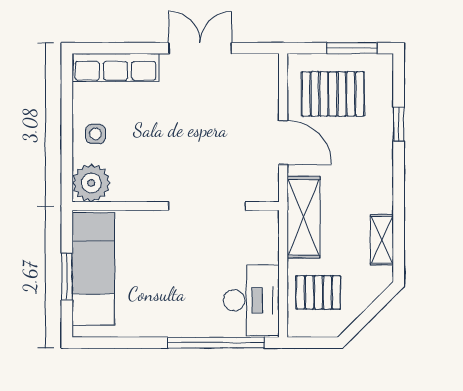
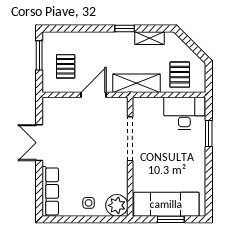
pallet: (333, 94) -> (66, 66), width x0.67, depth x0.71
window: (399, 124) -> (125, 28), moved
window: (216, 343) -> (209, 134), width x0.47

